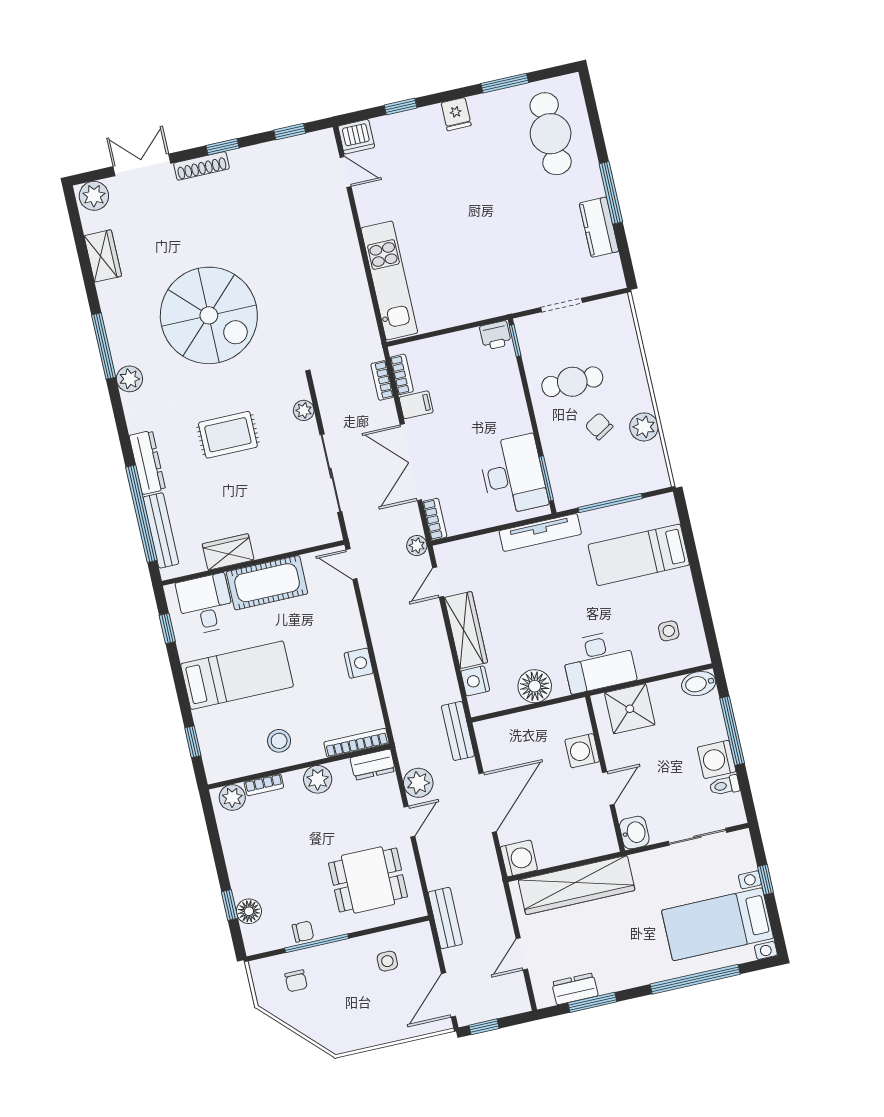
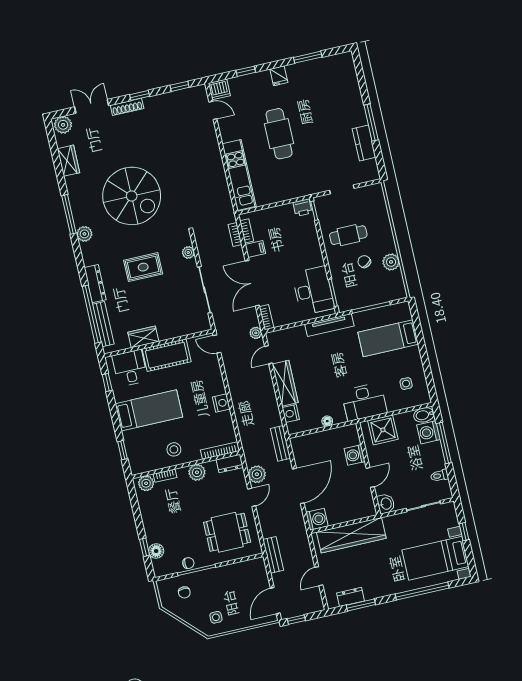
cafe table: (551, 134) -> (279, 134), moved
floor lamp: (535, 686) -> (327, 421), width x0.53, depth x0.53
washing machine: (717, 759) -> (428, 432), moved
side table: (387, 961) -> (216, 617), moved

